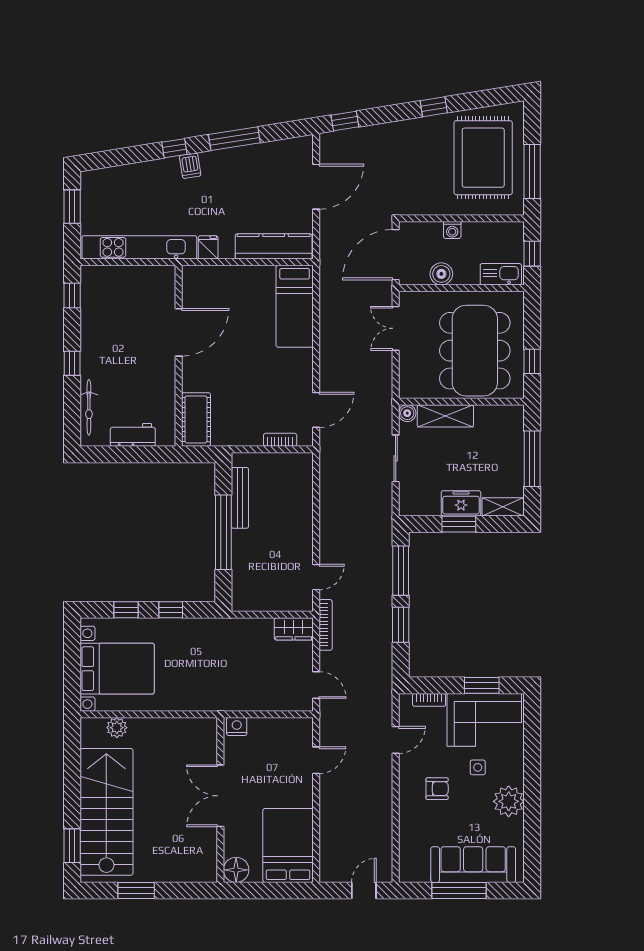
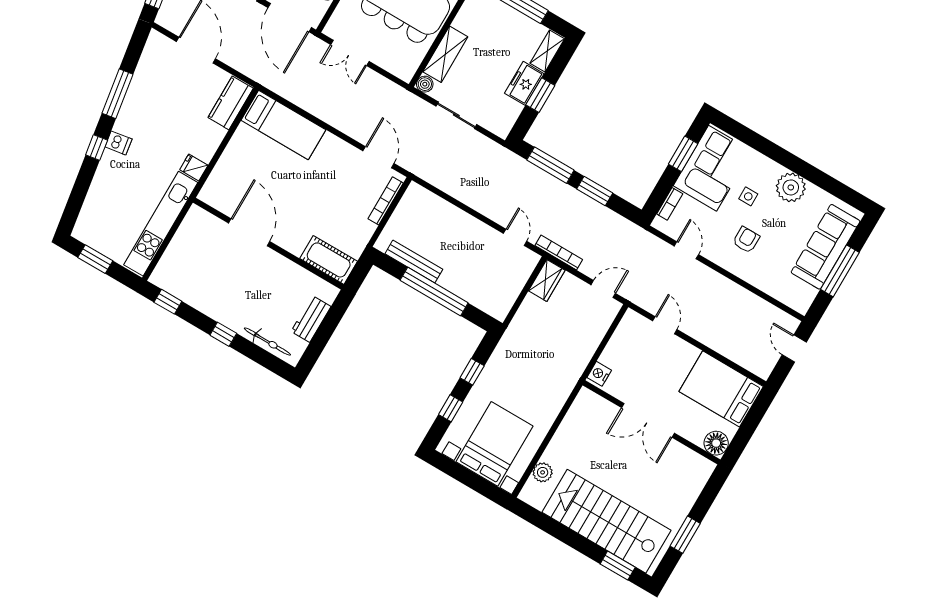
kitchen counter: (274, 246) -> (231, 103), width x0.67
bookcase: (280, 440) -> (386, 201), width x1.56

